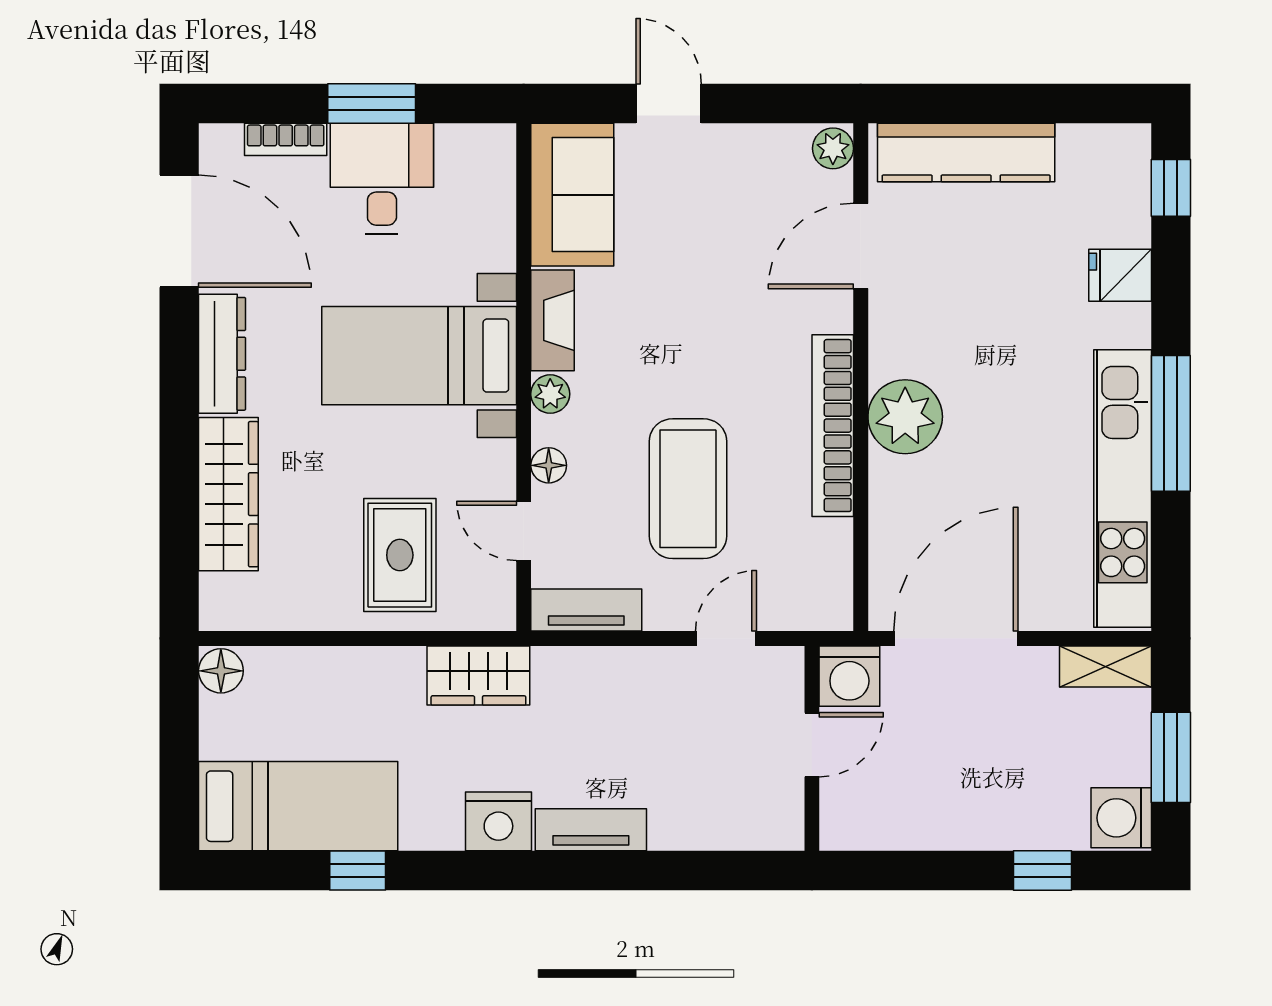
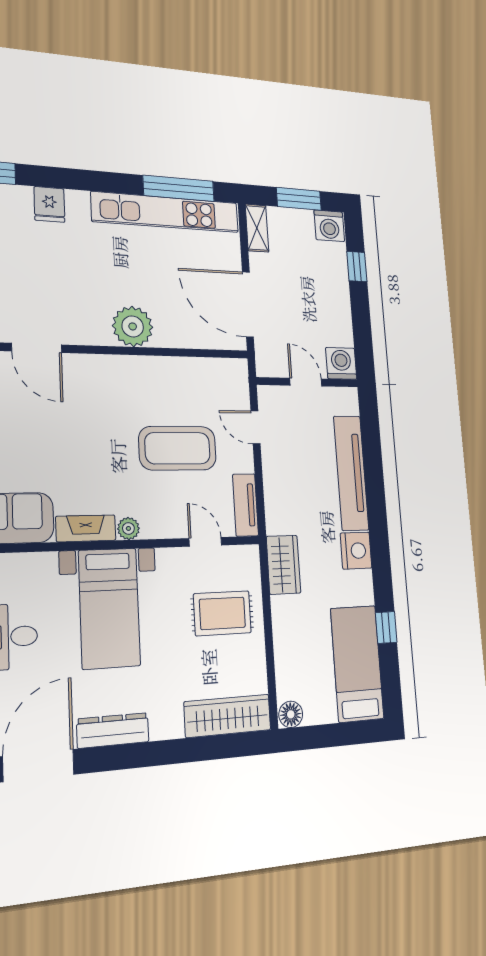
window: (1171, 423) -> (179, 188), moved
bookcase: (833, 426) -> (139, 367), removed
floor lamp: (549, 465) -> (169, 528), removed
wardrobe: (228, 494) -> (228, 716), moved
door: (524, 531) -> (205, 542), swing flipped
washing machine: (849, 676) -> (341, 363), moved, turned -90
tv unit: (591, 830) -> (351, 473), width x1.92, depth x1.29

